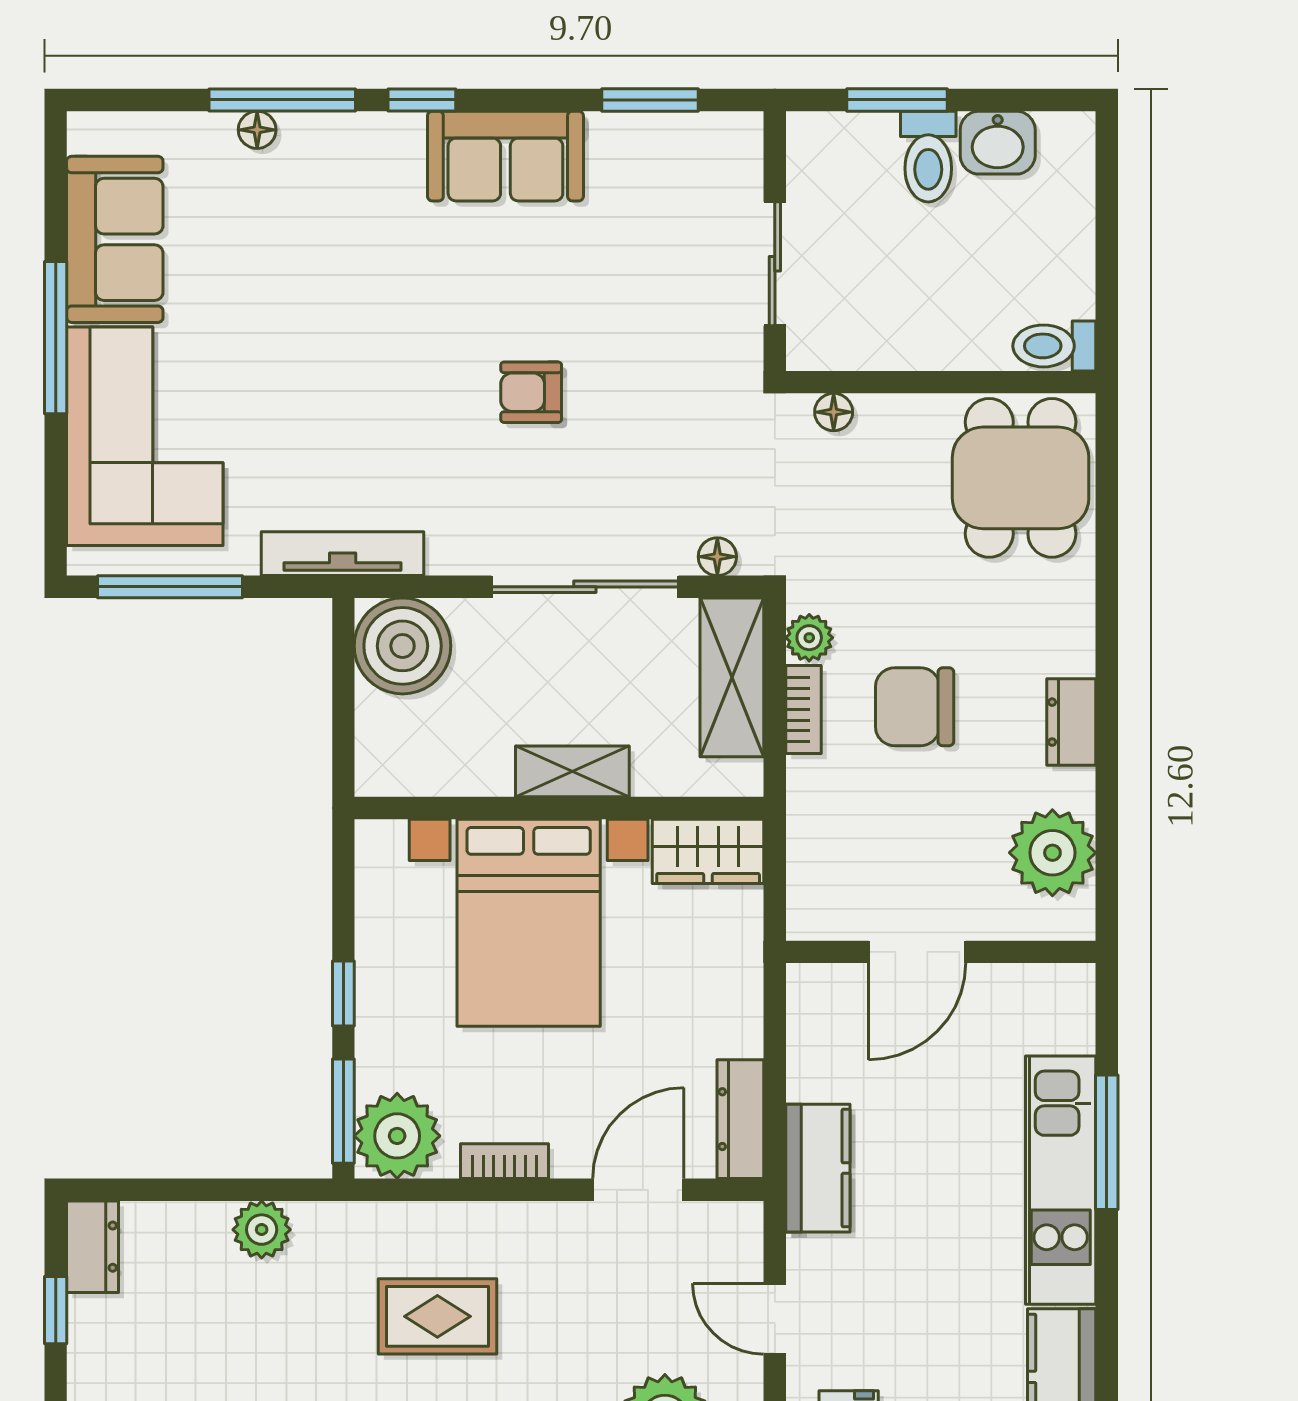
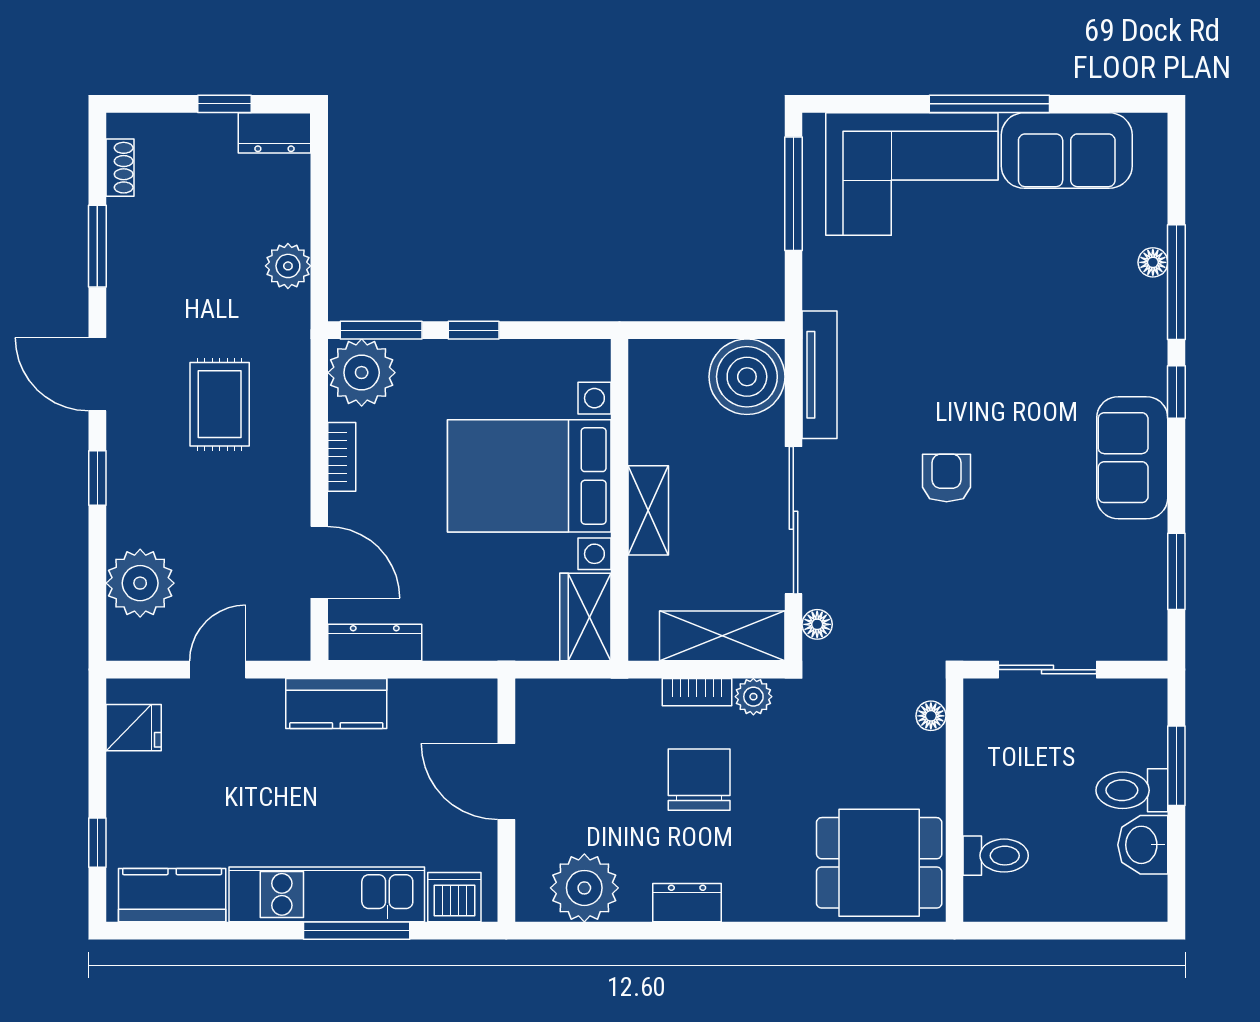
toilet: (1054, 346) -> (996, 856), moved, turned 90
tv unit: (343, 554) -> (819, 375), moved
dishwasher: (1064, 1018) -> (454, 897), added

